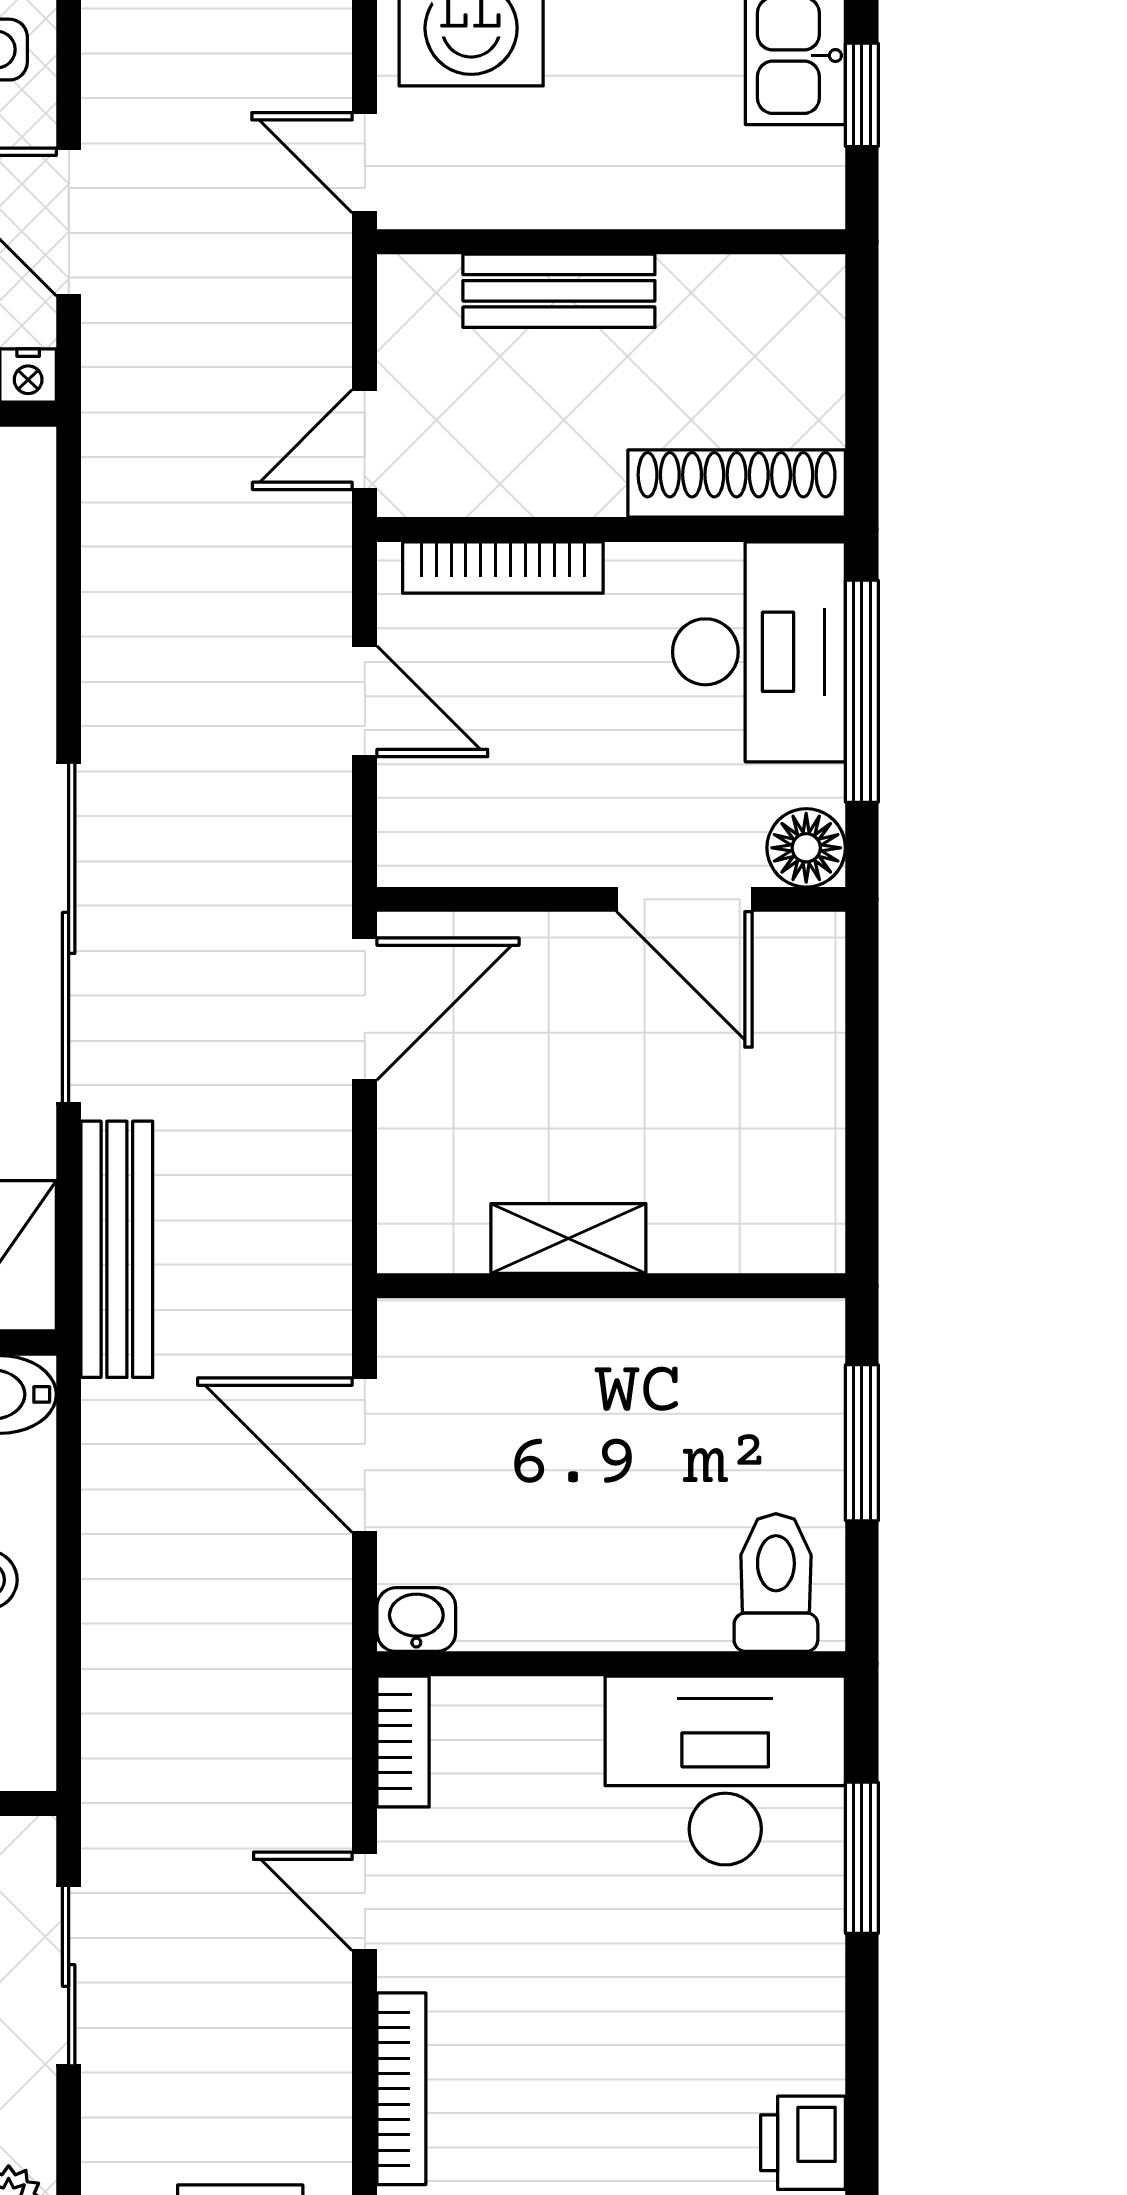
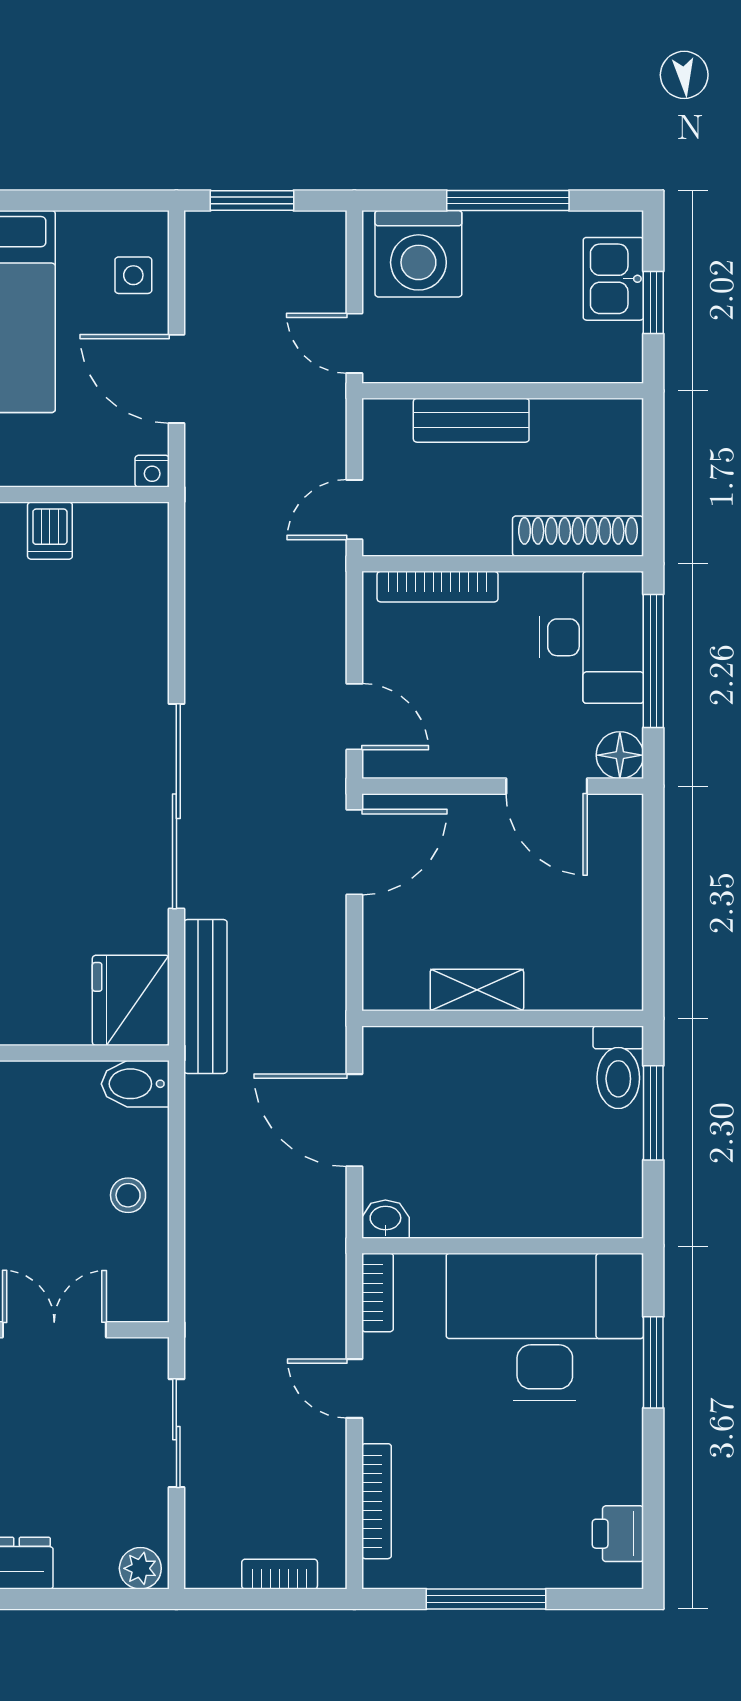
door: (365, 701) -> (354, 717), moved
toilet: (776, 1583) -> (618, 1067), moved, turned 180
desk: (725, 1771) -> (545, 1327), width x1.36, depth x1.30

